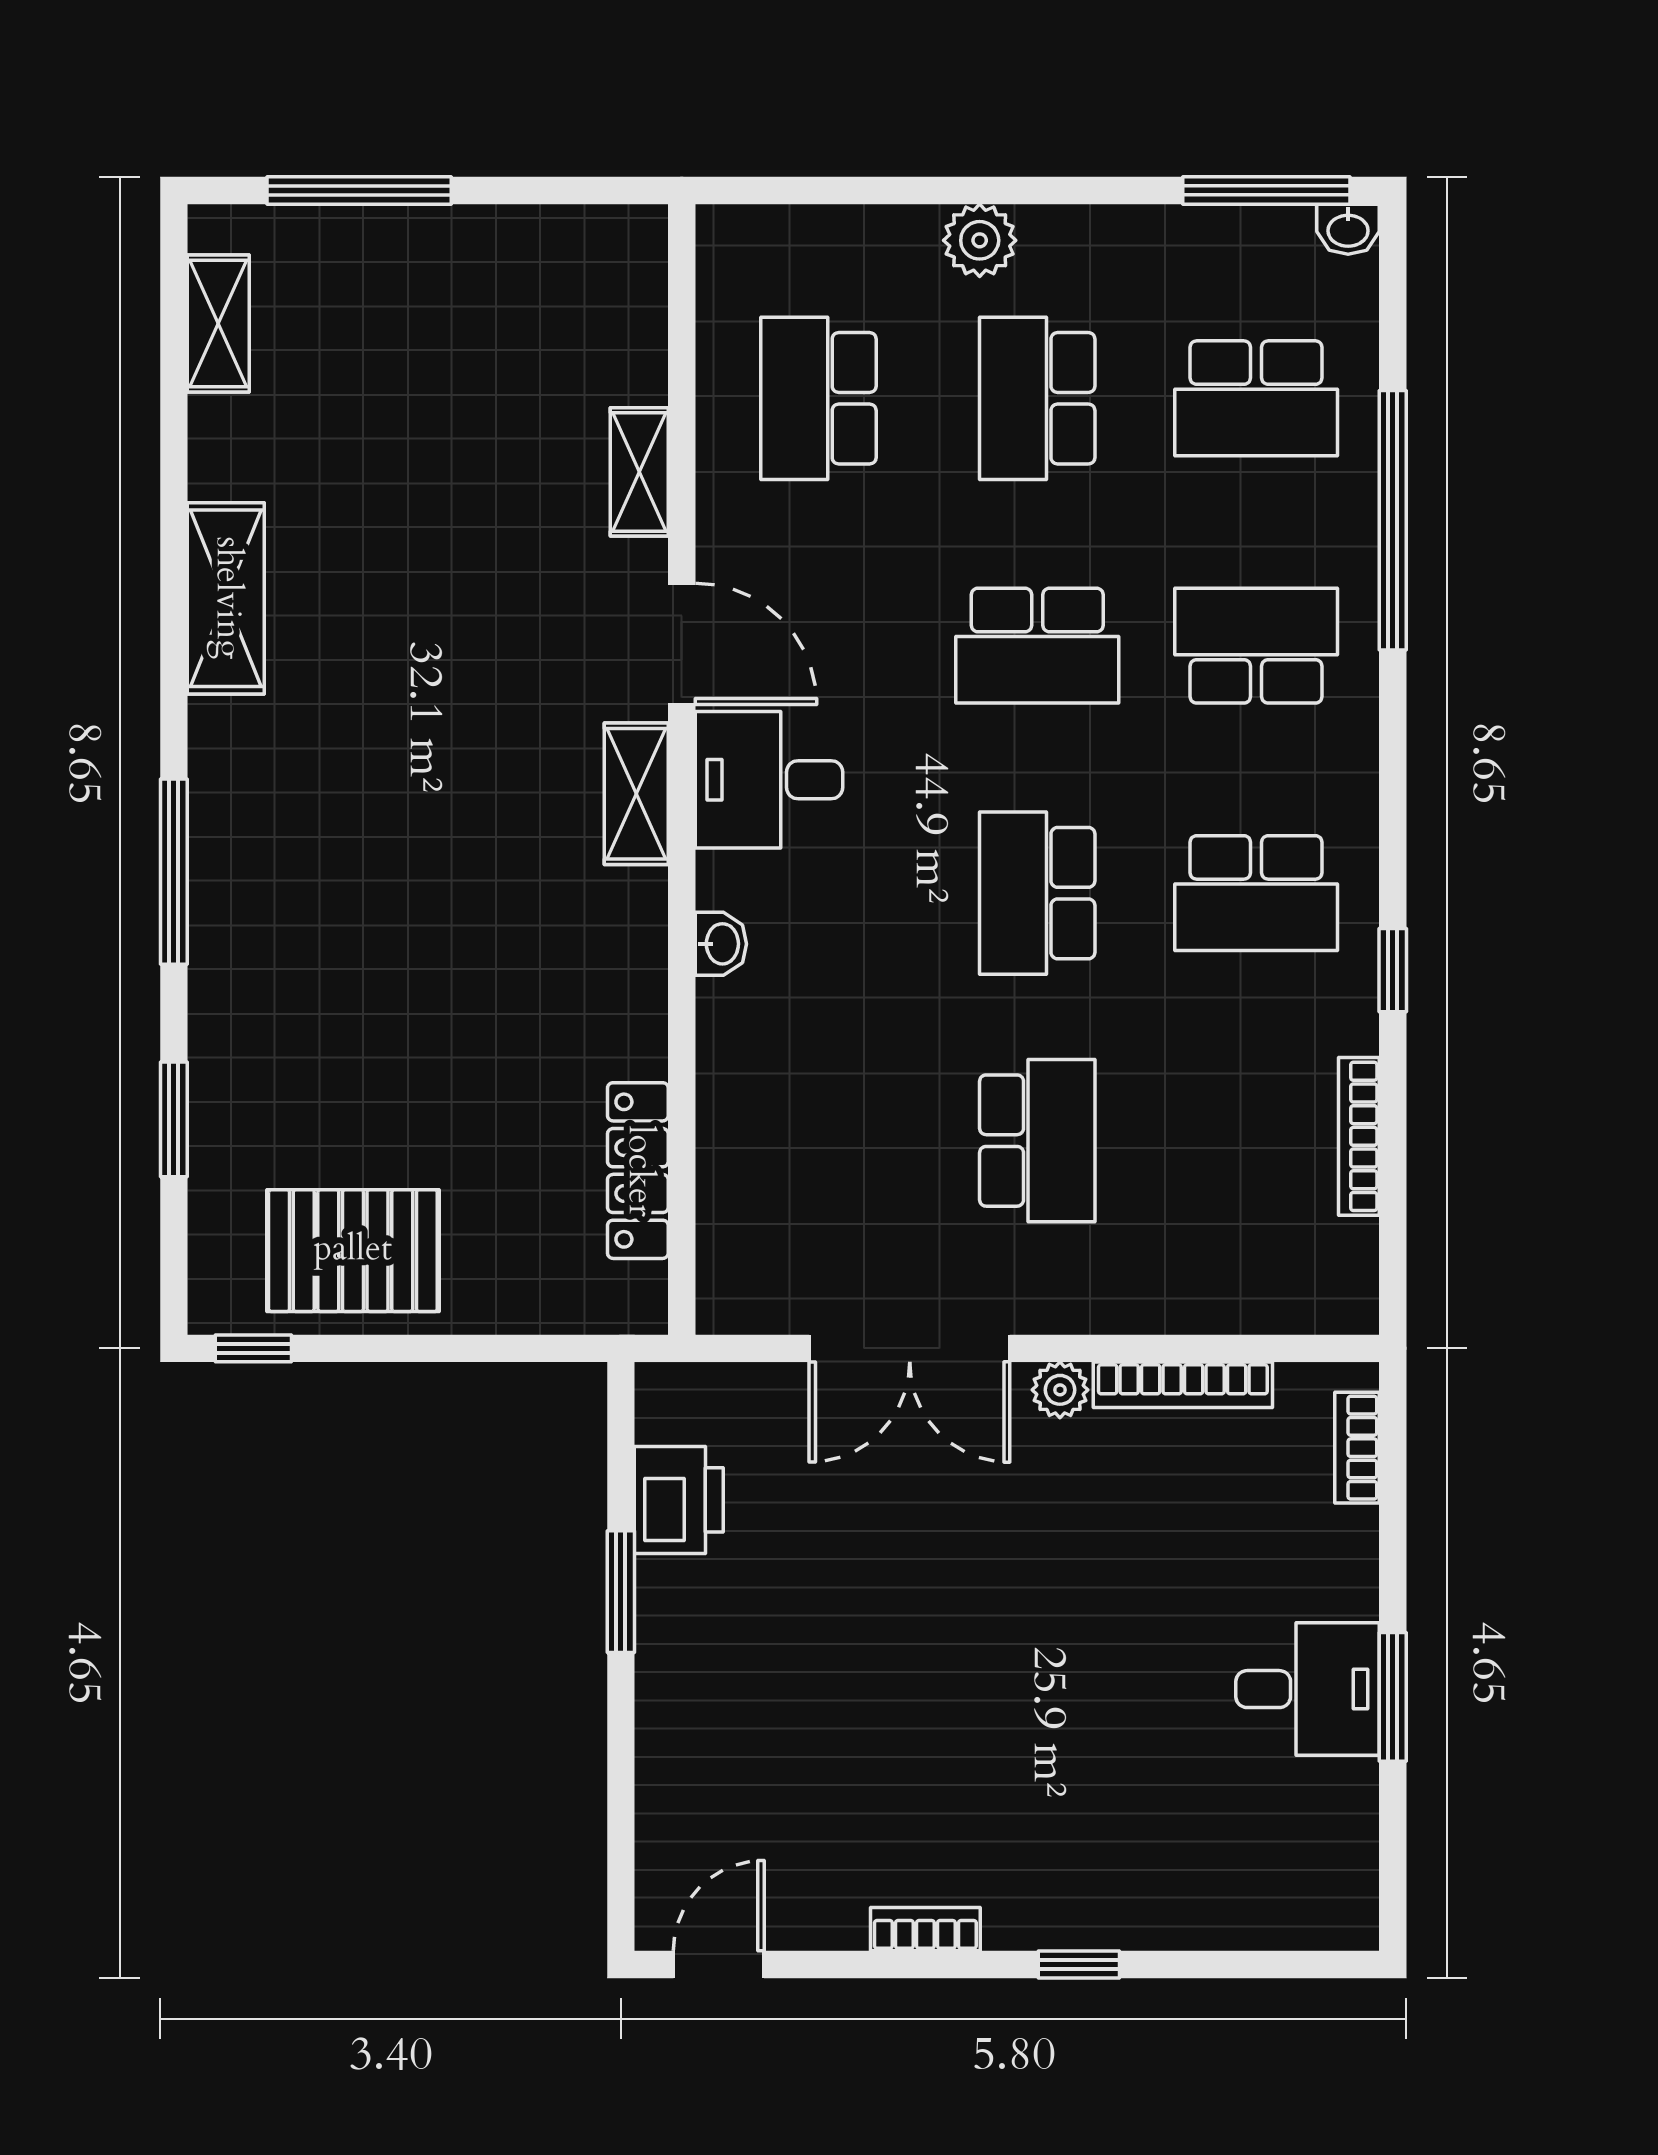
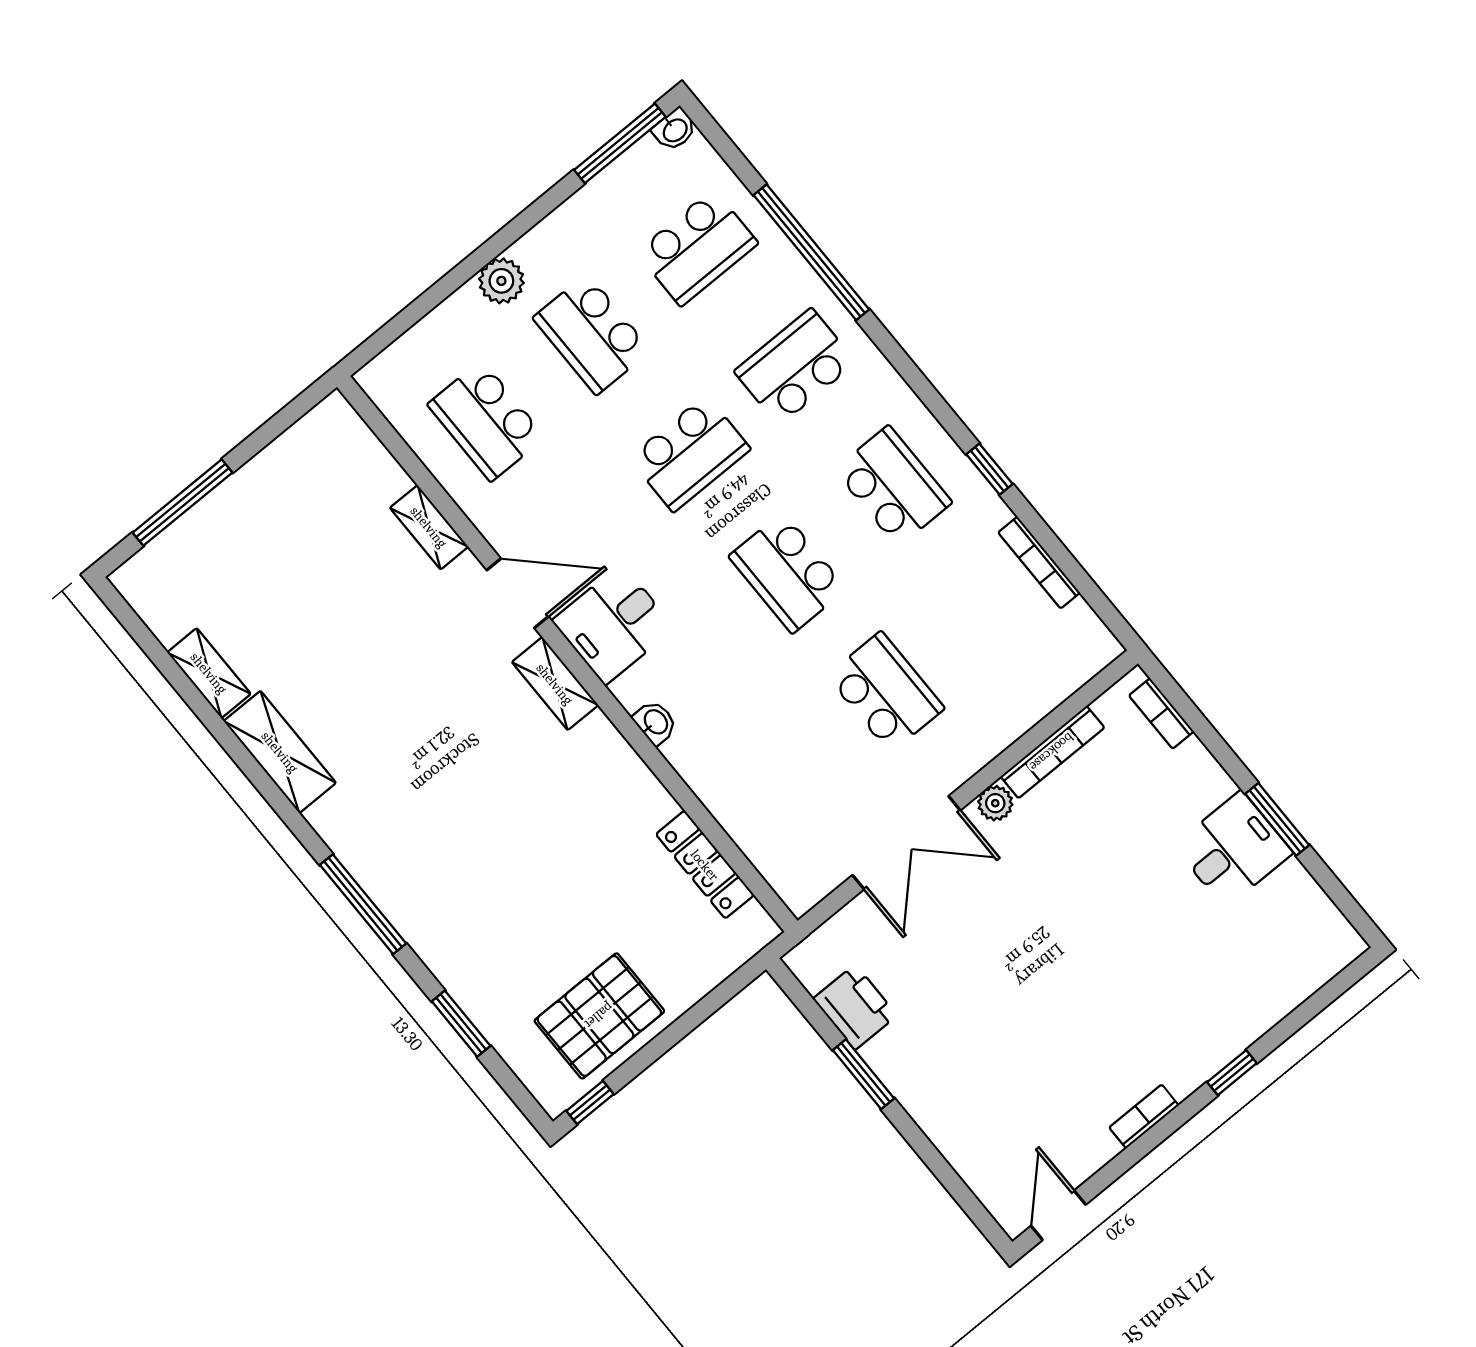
shelving: (218, 323) -> (209, 673), moved
school desk: (1256, 893) -> (893, 486), turned -90

